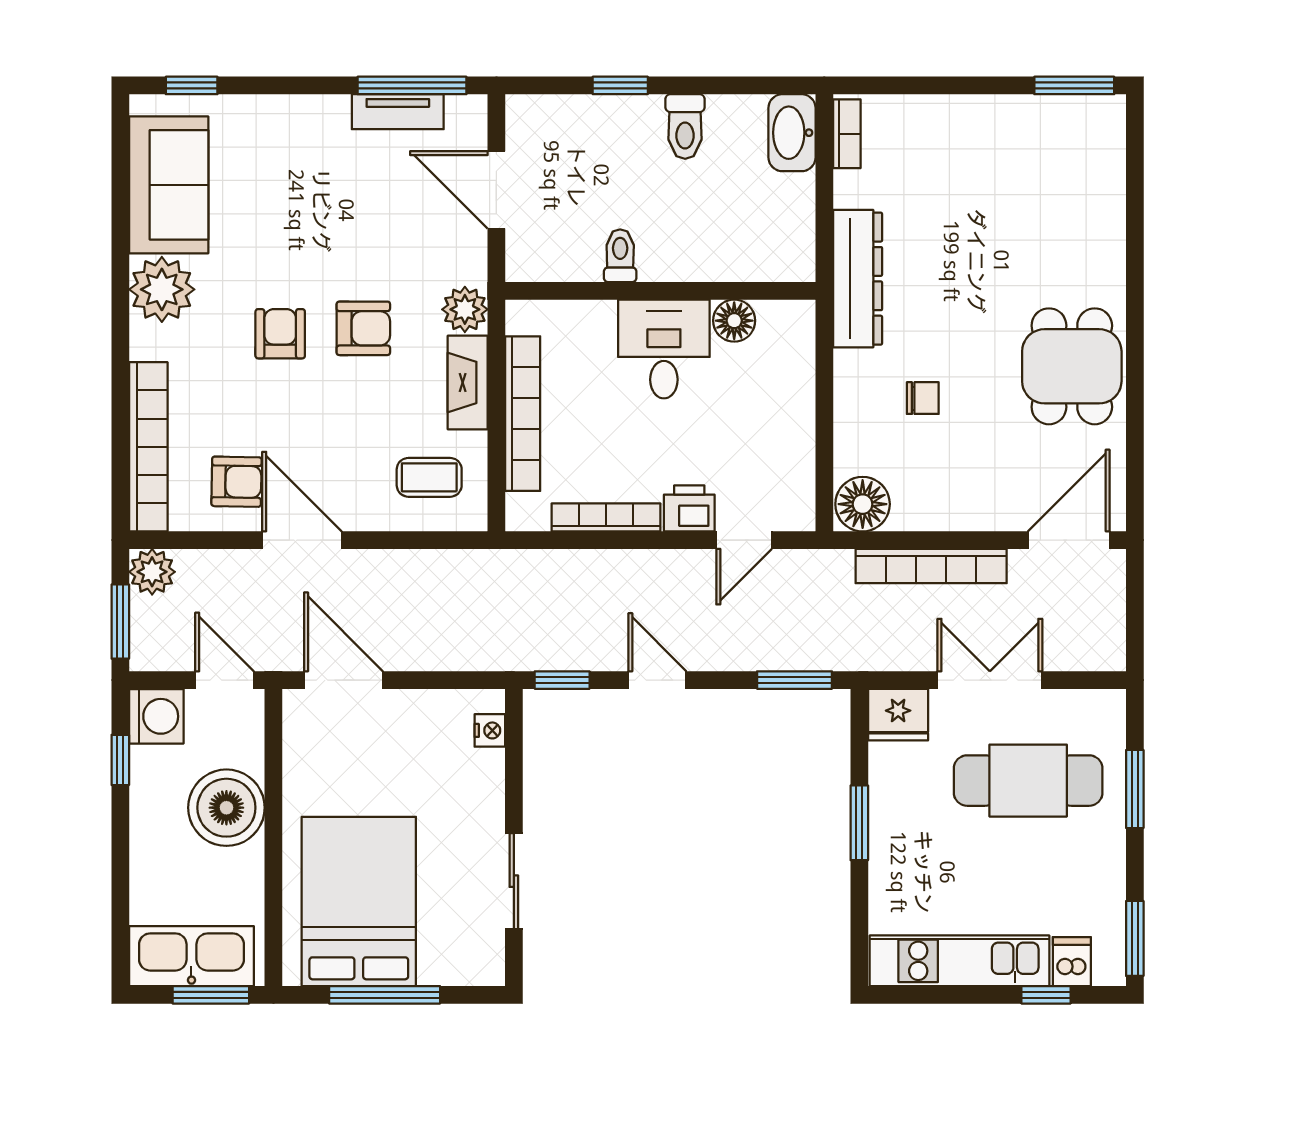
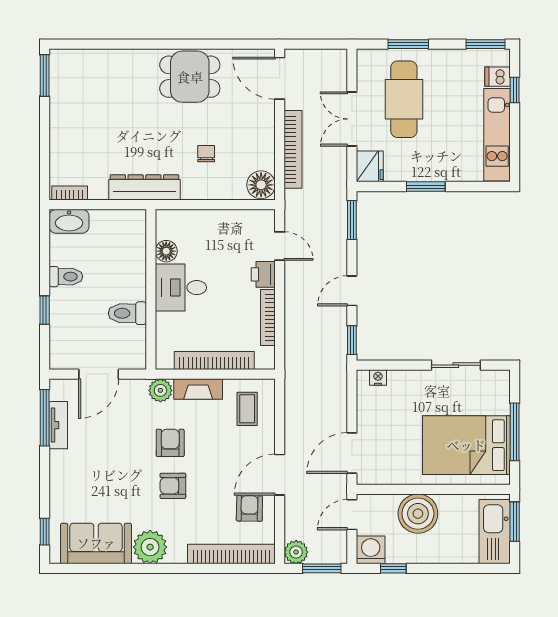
toilet: (620, 256) -> (127, 313), width x1.37, depth x1.39

